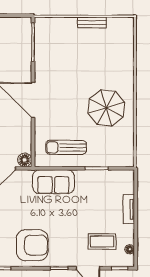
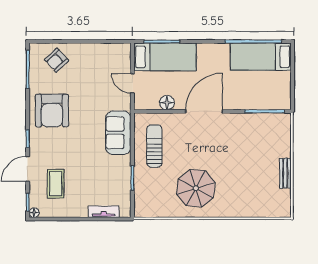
floor lamp: (25, 160) -> (167, 103), moved
tv unit: (129, 209) -> (104, 212), moved
floor lamp: (130, 249) -> (34, 213), moved

